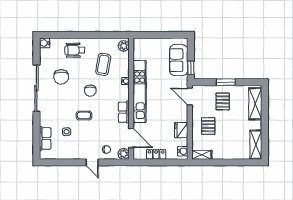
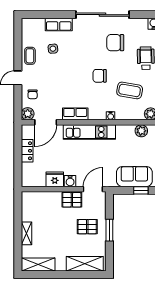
plant: (139, 54) -> (141, 131), added
window: (191, 68) -> (141, 190), moved
kitchen unit: (140, 91) -> (89, 132), width x0.73
coffee table: (84, 115) -> (30, 56), moved
pallet: (208, 126) -> (72, 200), moved
row of seats: (45, 138) -> (59, 24), moved
water cooler: (183, 151) -> (70, 181), moved
shelving: (202, 155) -> (27, 233), moved

